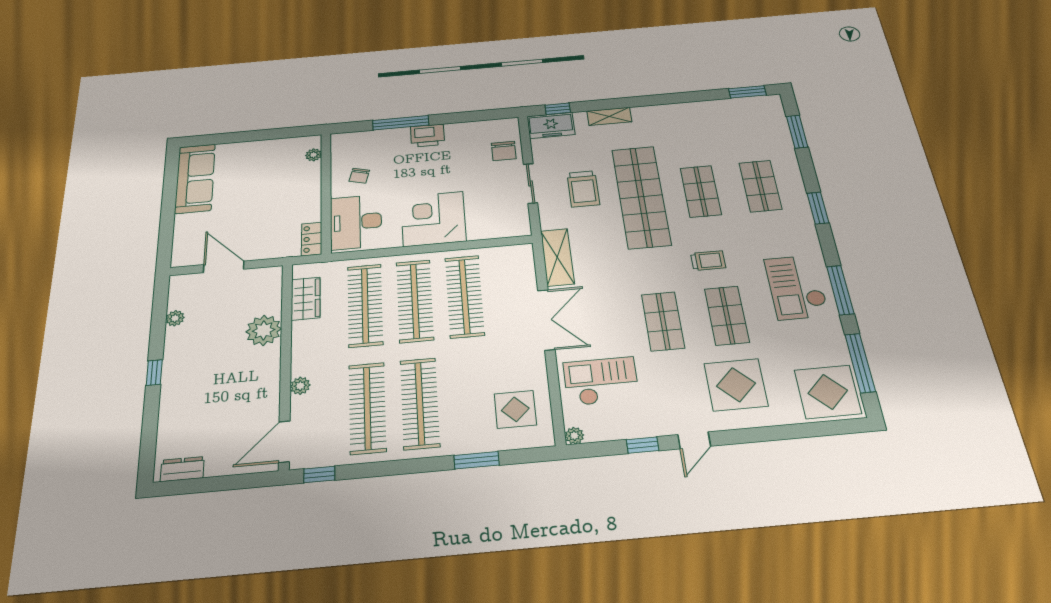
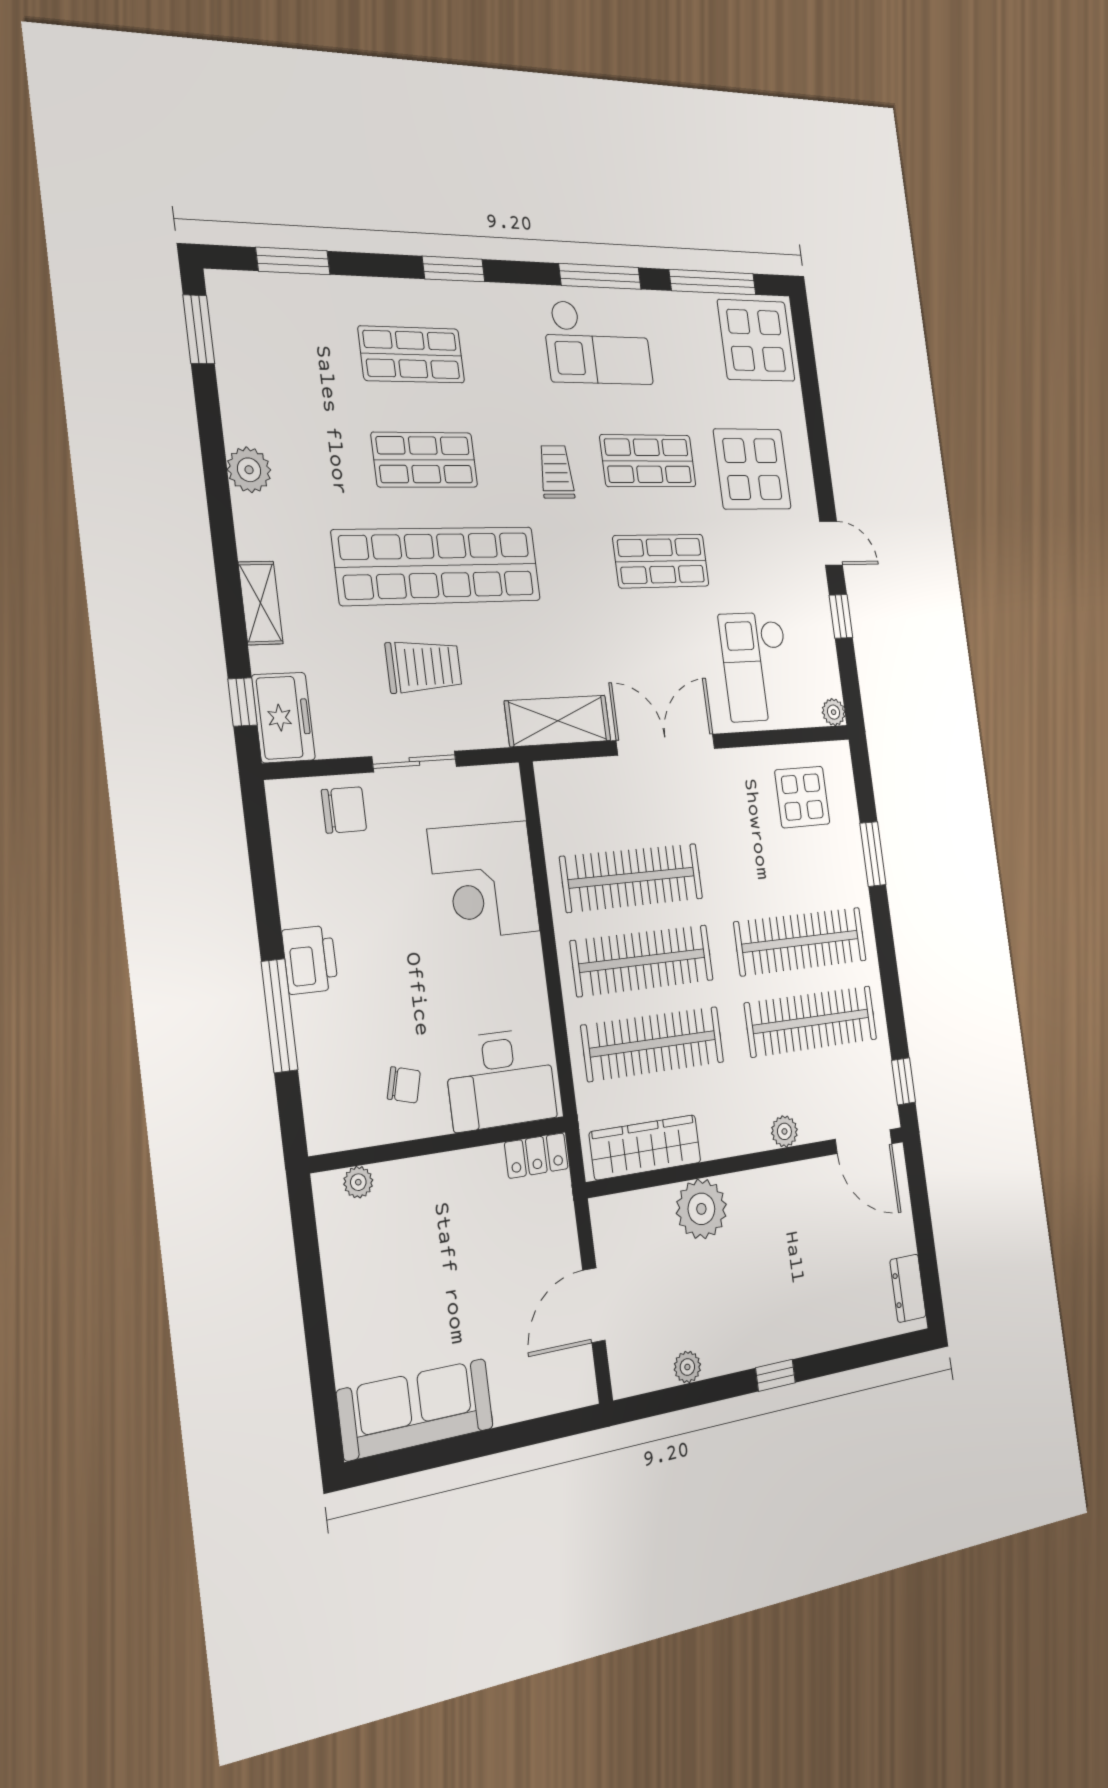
plant: (678, 112) -> (249, 470), added
corner desk: (433, 219) -> (484, 880), moved
wardrobe: (306, 299) -> (645, 1147), width x1.50

